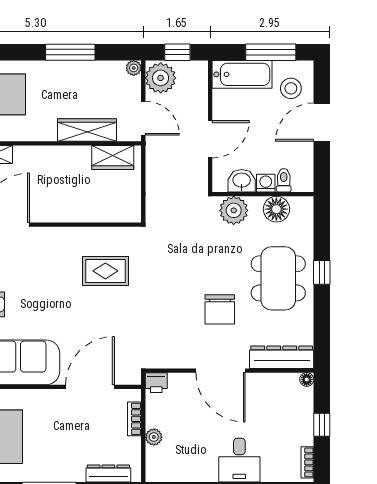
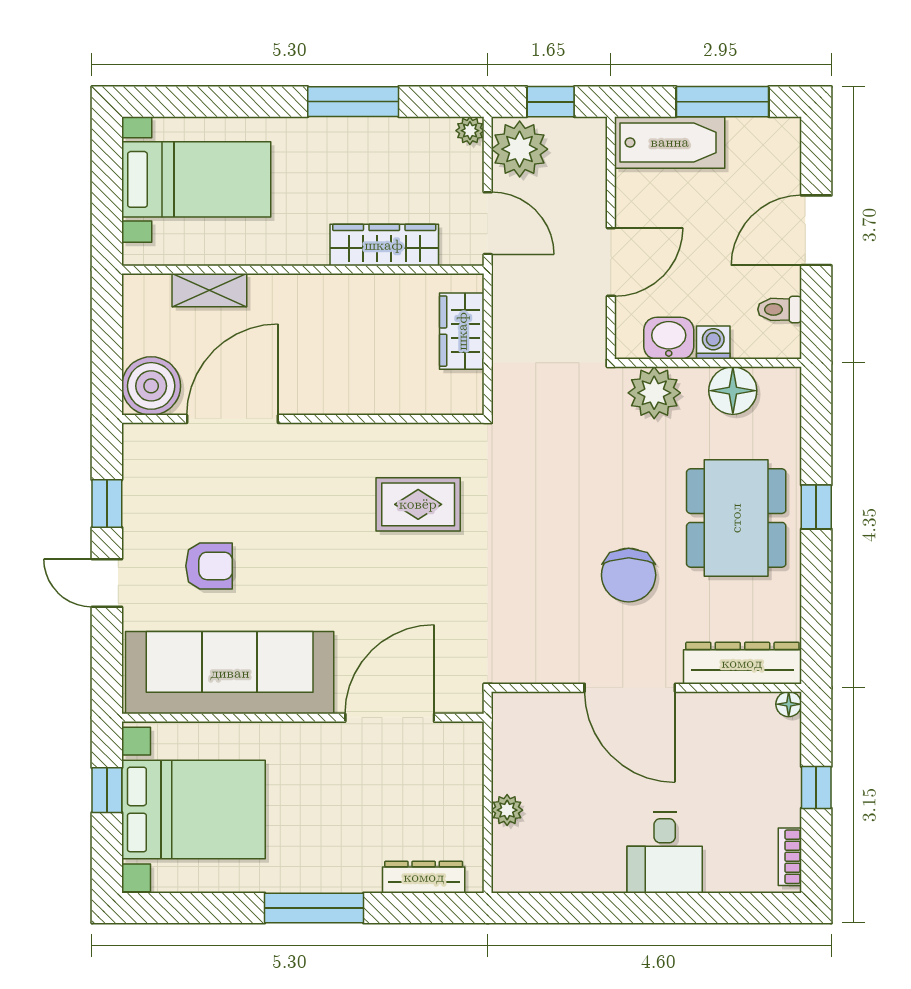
stool: (291, 88) -> (759, 168), removed
wardrobe: (113, 158) -> (462, 331), moved, turned 90
toilet: (284, 180) -> (780, 309), moved, turned -90
printer: (156, 383) -> (512, 710), removed
bookcase: (134, 419) -> (471, 777), removed

